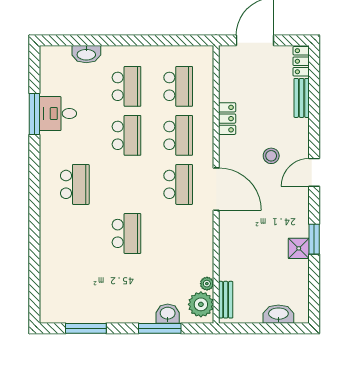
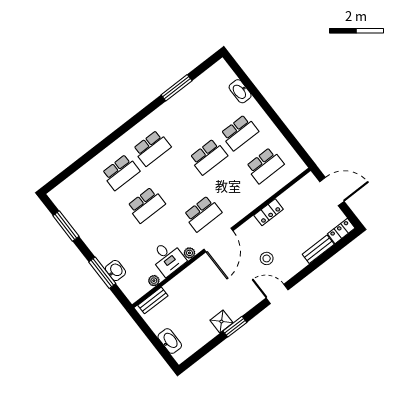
desk: (58, 114) -> (168, 258), moved, turned 180
school desk: (178, 135) -> (121, 172), moved
plant: (201, 304) -> (189, 253), moved, width x0.53, depth x0.53

